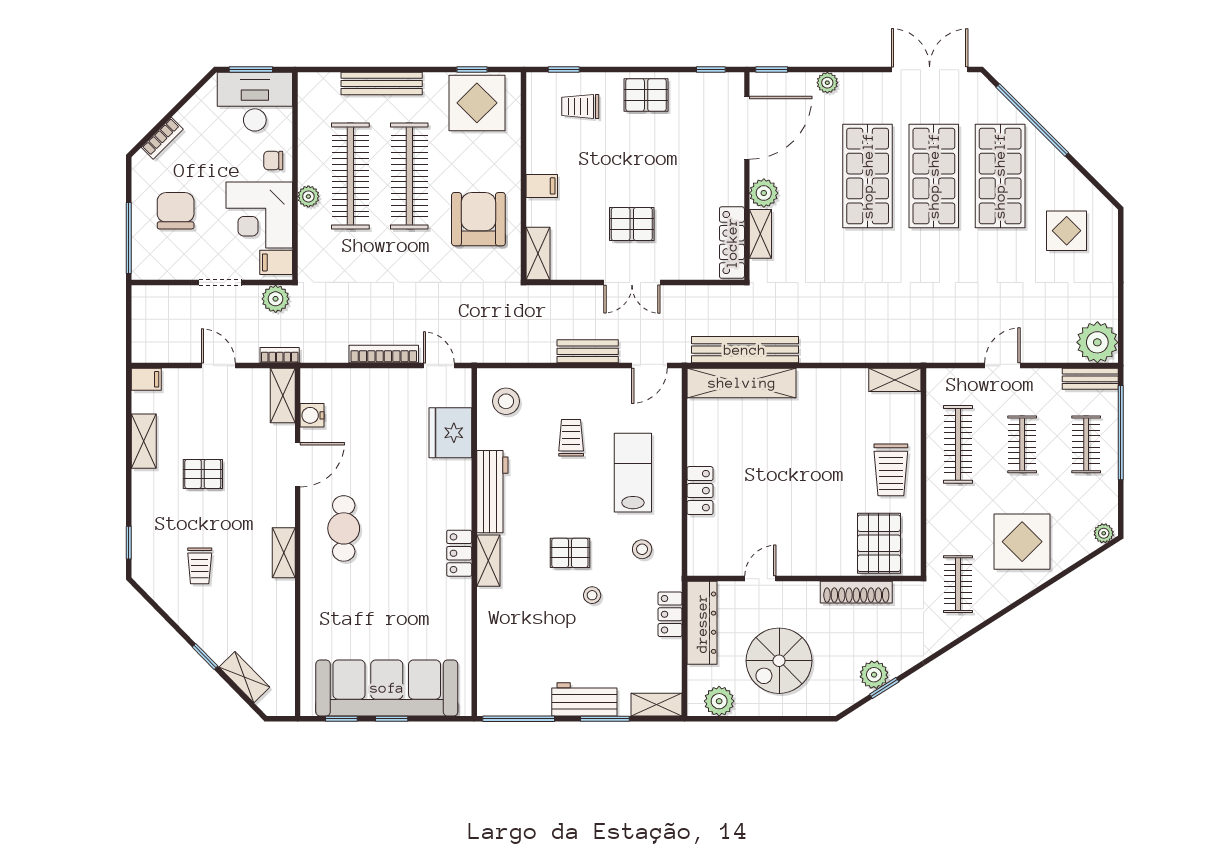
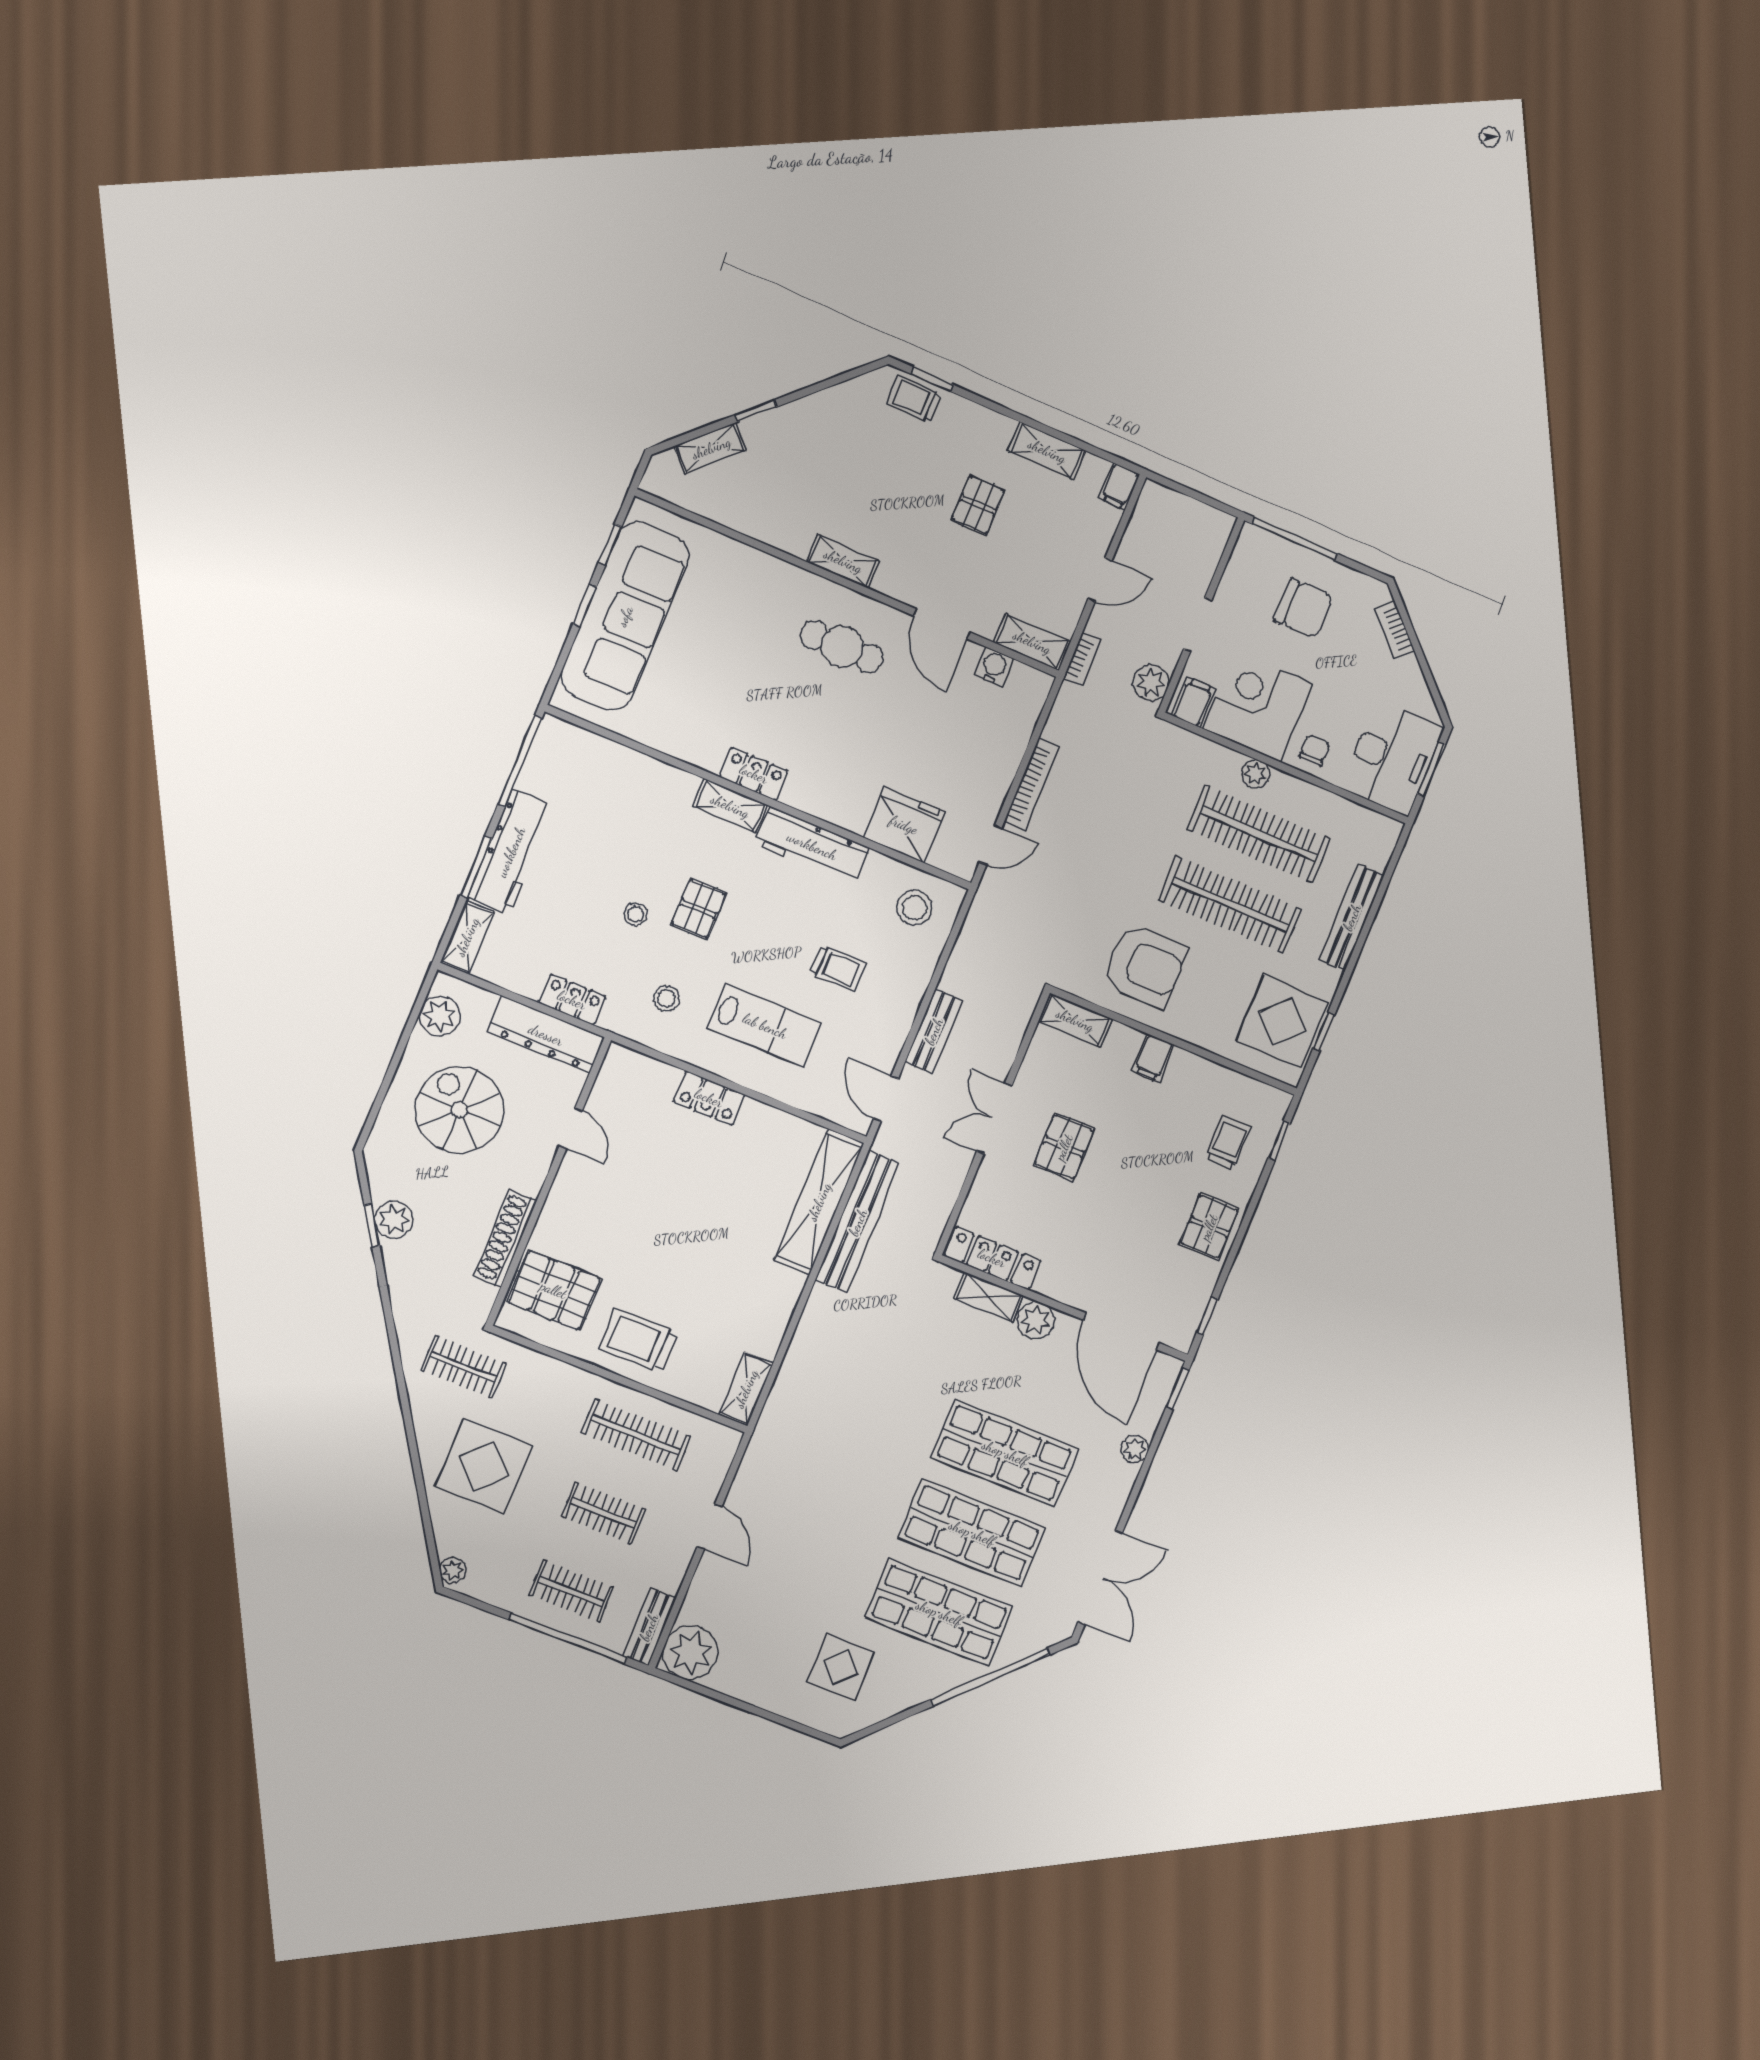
trolley: (200, 566) -> (914, 399), moved
workbench: (584, 699) -> (511, 852), width x1.38

